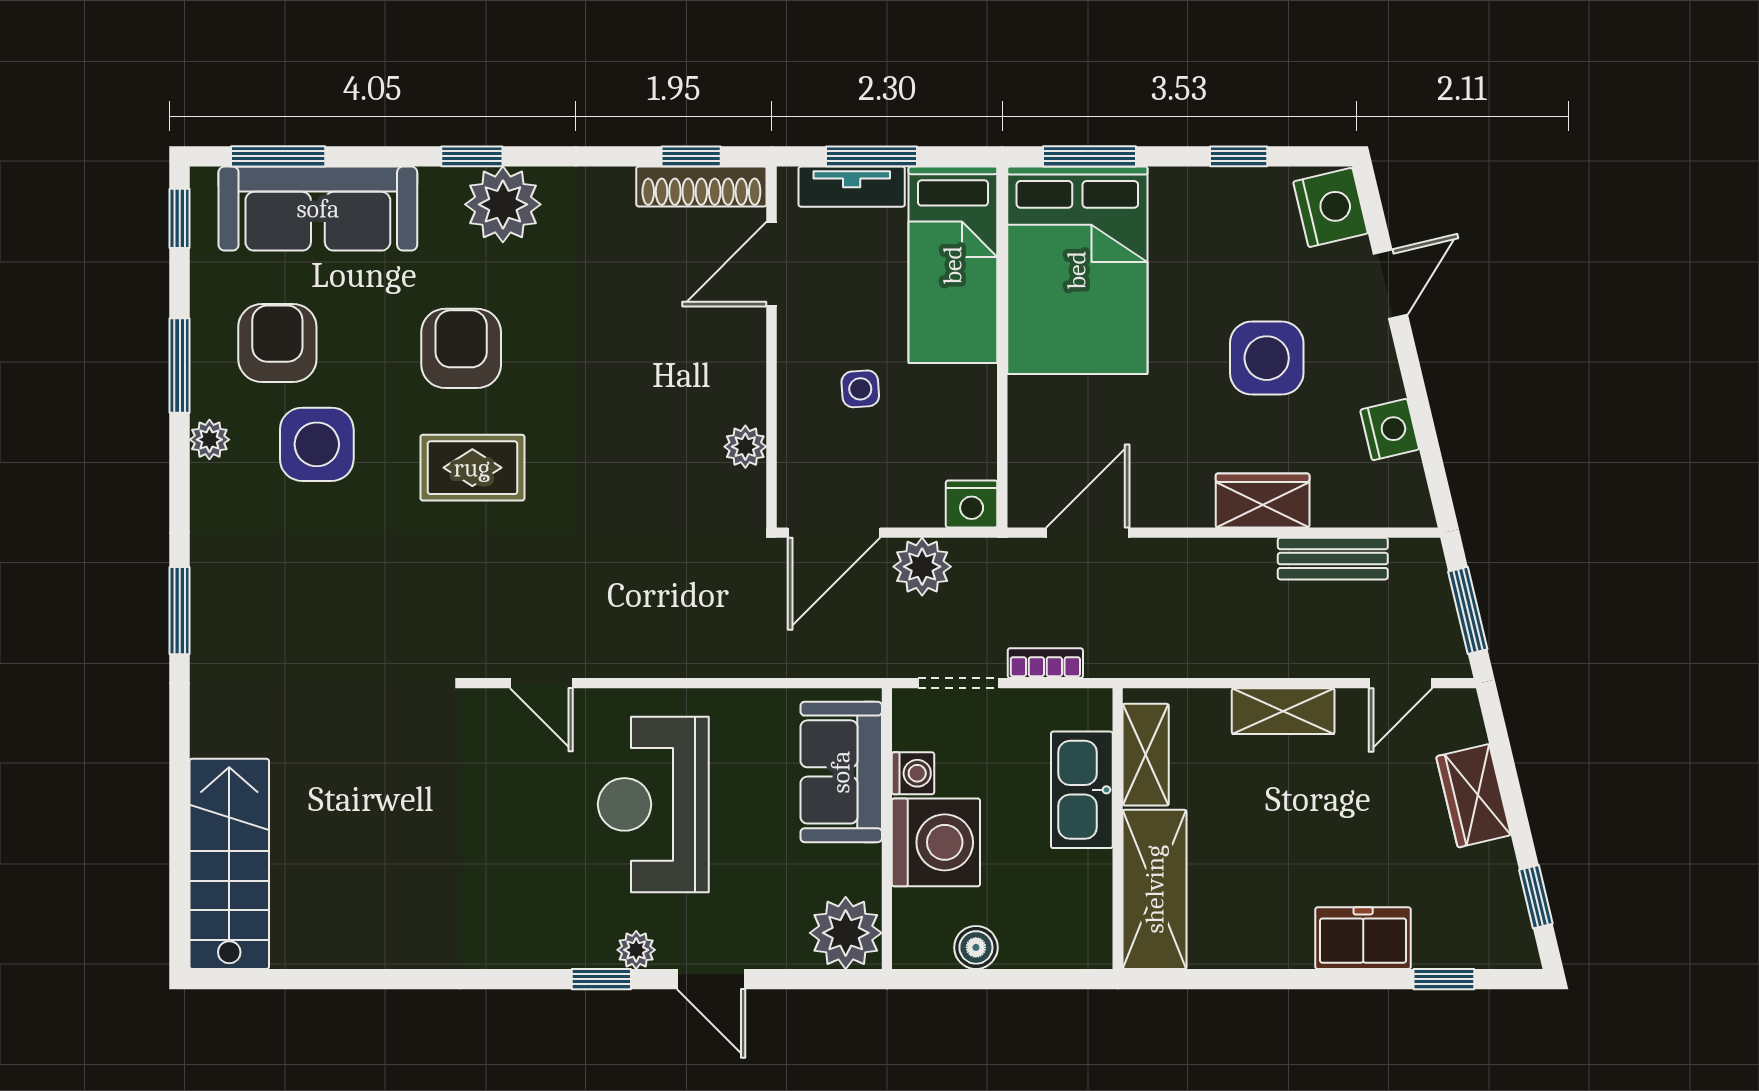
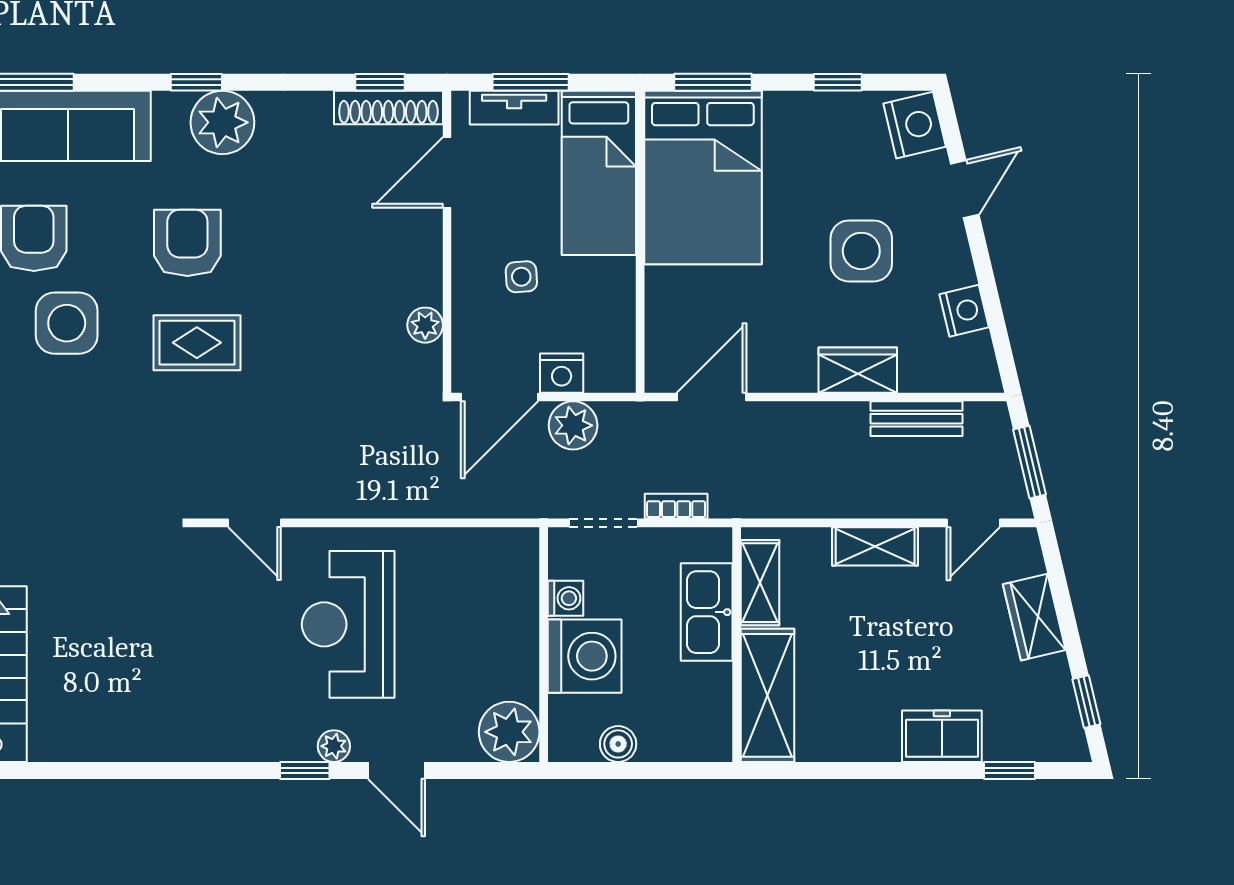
nightstand: (972, 504) -> (562, 373), moved
sofa: (841, 772) -> (505, 597), removed

